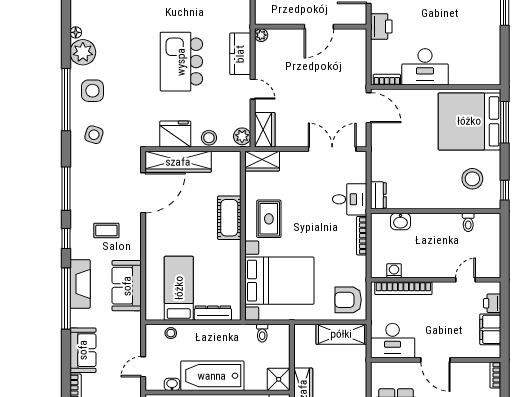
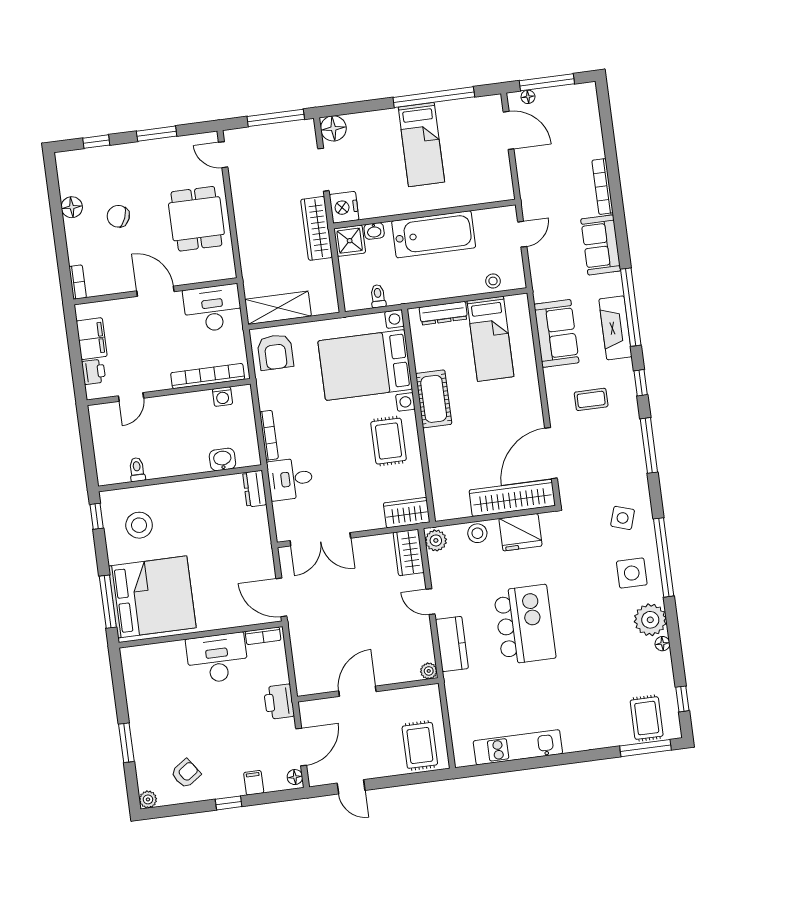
cot: (229, 218) -> (434, 399), moved
armchair: (348, 300) -> (275, 352), turned 90
washbasin: (172, 384) -> (374, 231), moved

